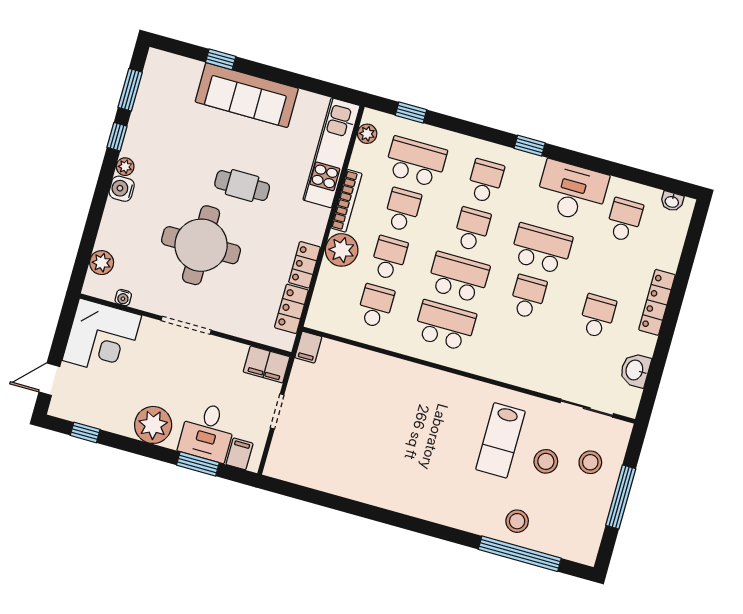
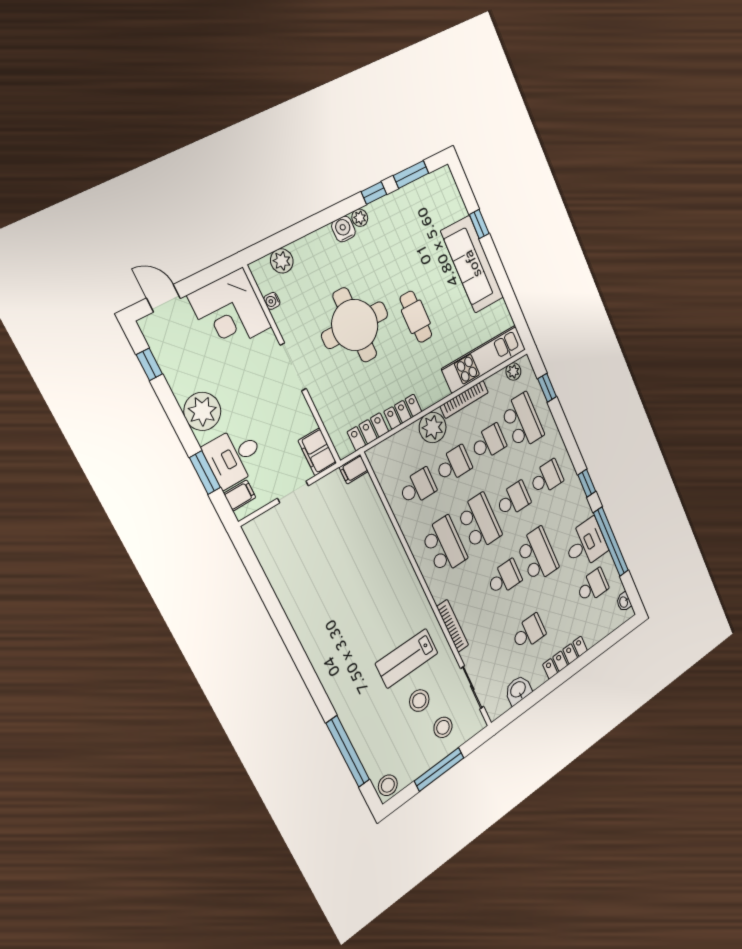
window: (605, 167) -> (611, 542), added
desk: (572, 192) -> (586, 544), width x0.73
bookcase: (517, 378) -> (453, 626), added
stool: (517, 521) -> (388, 785), moved

